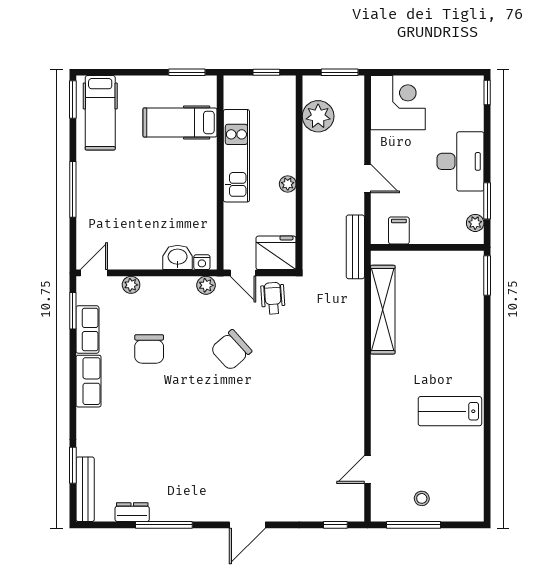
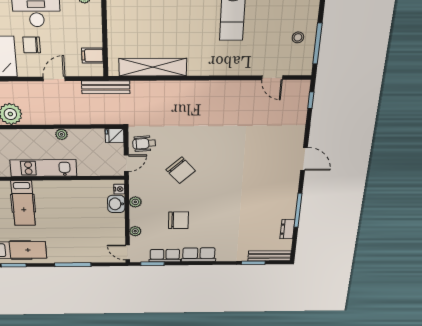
chair: (413, 152) -> (32, 45), added
fridge: (276, 253) -> (115, 136), width x0.53, depth x0.75
plant: (206, 285) -> (135, 202), moved

